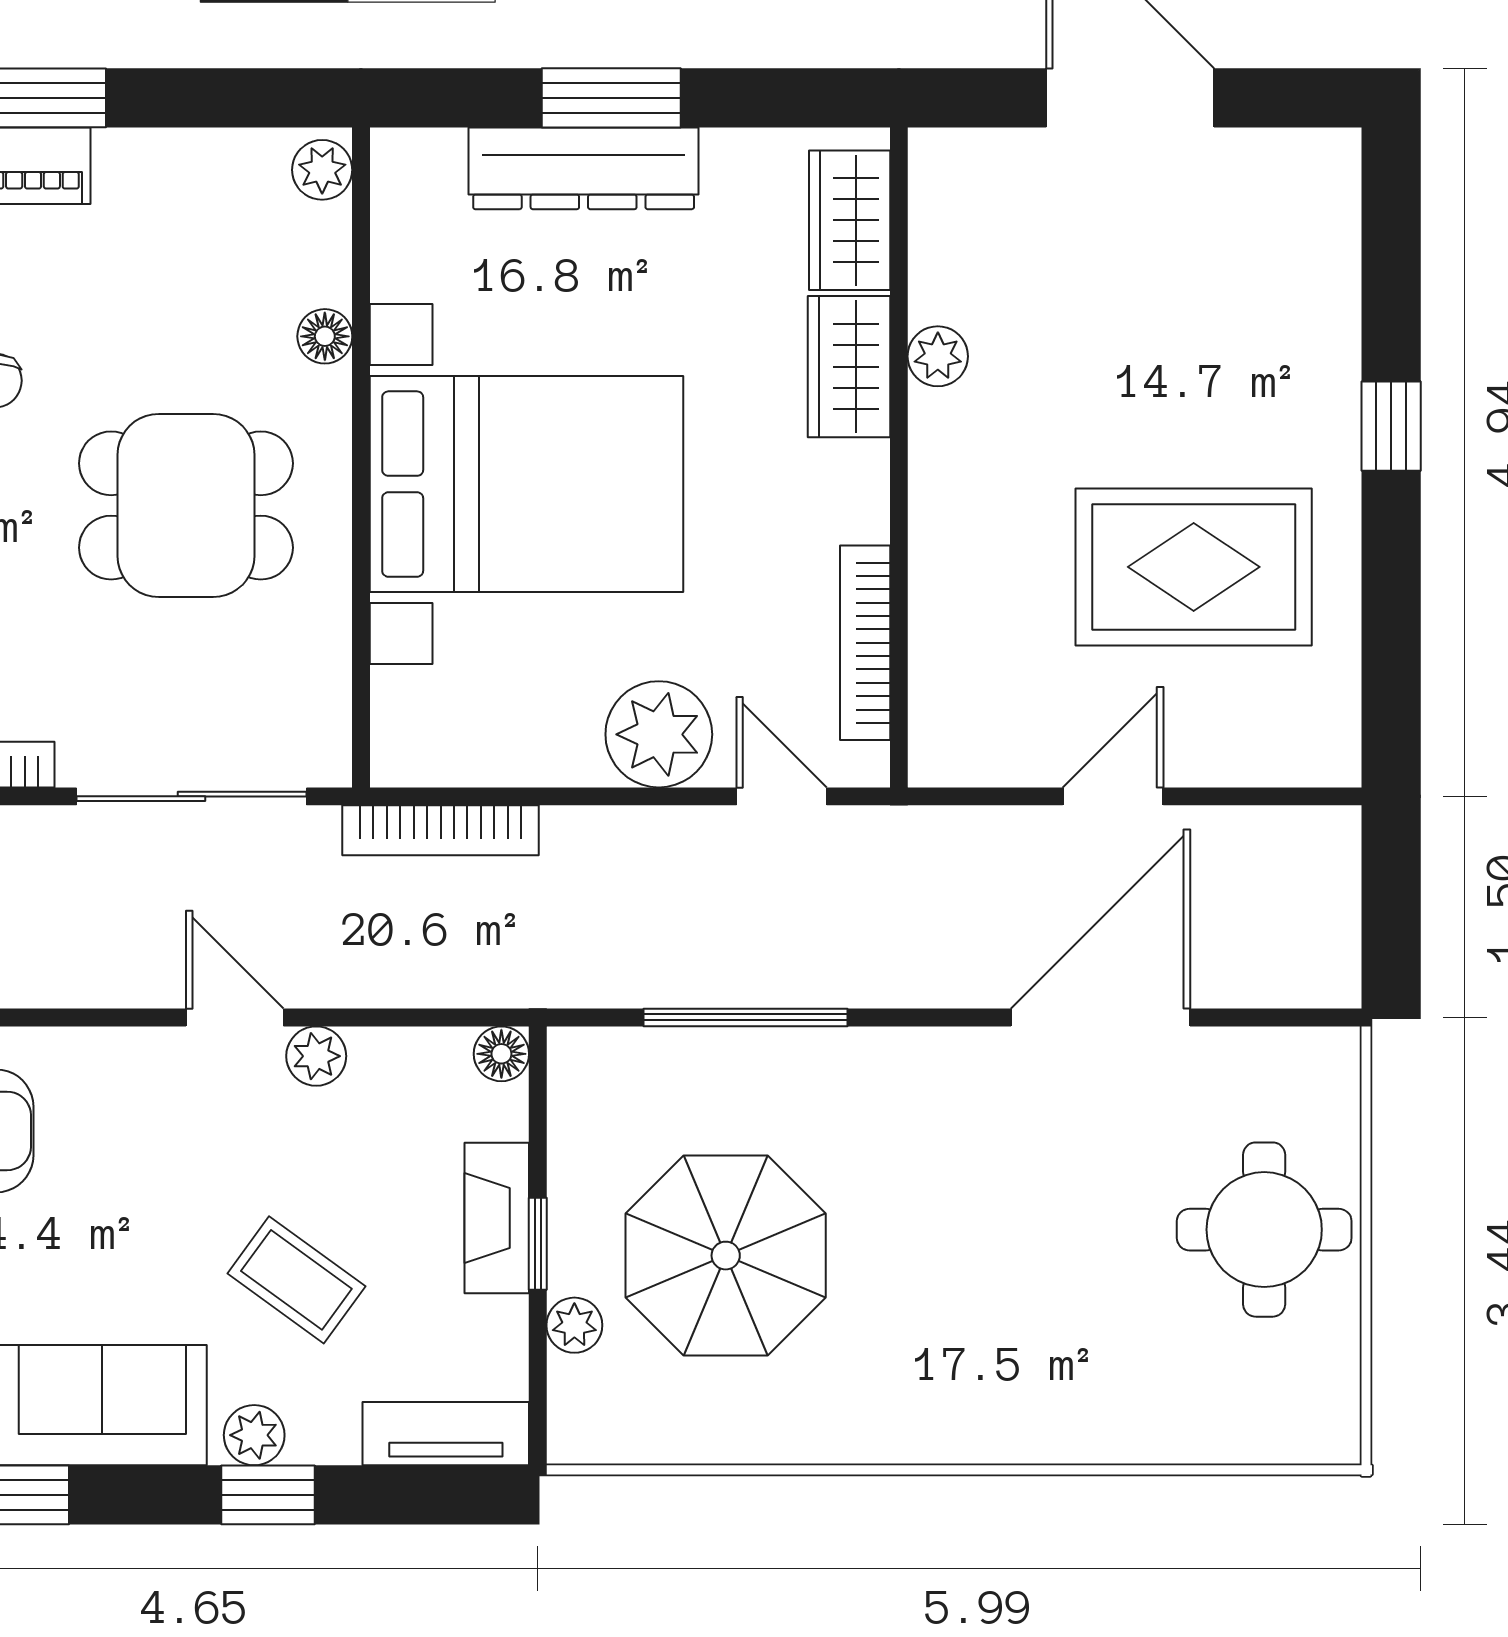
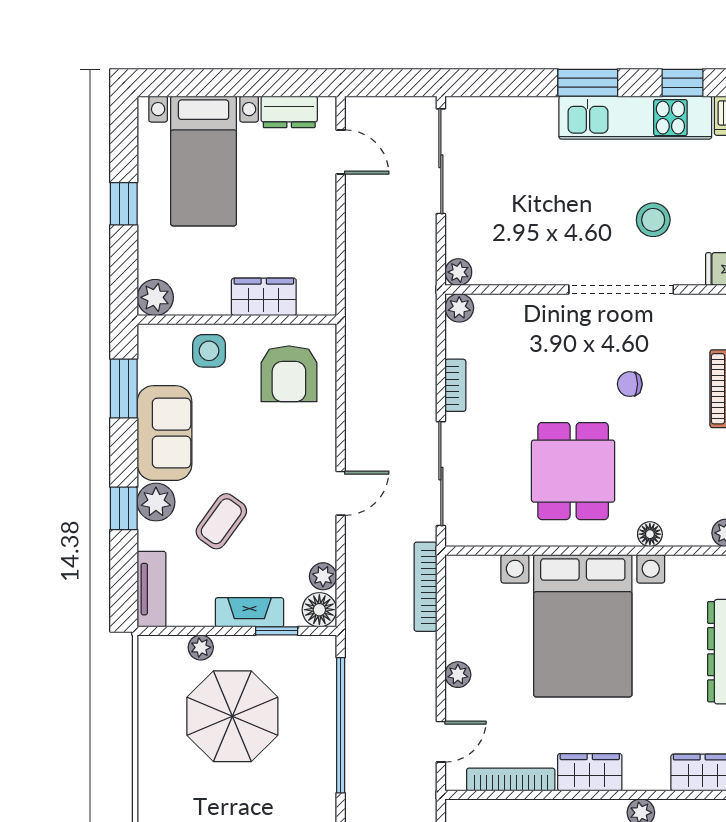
wardrobe: (849, 367) -> (590, 772), moved
plant: (659, 734) -> (458, 675), width x0.53, depth x0.53
window: (745, 1017) -> (341, 725), width x1.46
floor lamp: (501, 1054) -> (319, 610), width x1.37, depth x1.37
plant: (316, 1056) -> (323, 576), moved
window: (538, 1244) -> (277, 631), moved
plant: (254, 1435) -> (156, 502), width x1.38, depth x1.38

